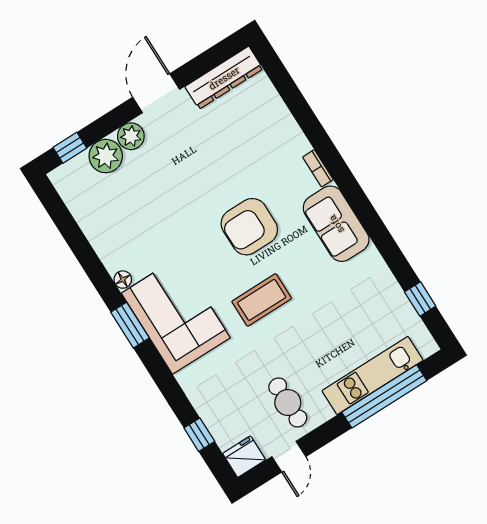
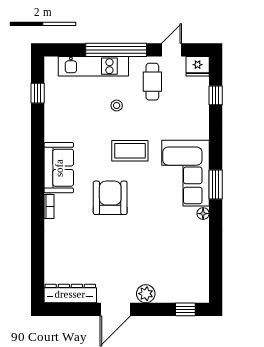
plant: (106, 156) -> (168, 291), removed
armchair: (249, 227) -> (110, 198), turned -90
stool: (313, 345) -> (117, 106), added
window: (384, 396) -> (116, 50), moved

